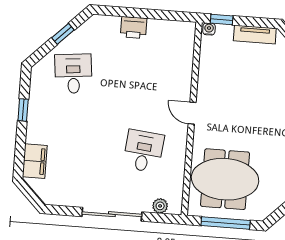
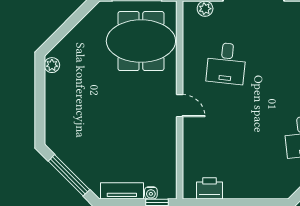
printer: (134, 28) -> (209, 188), moved
water cooler: (209, 29) -> (151, 193), moved

